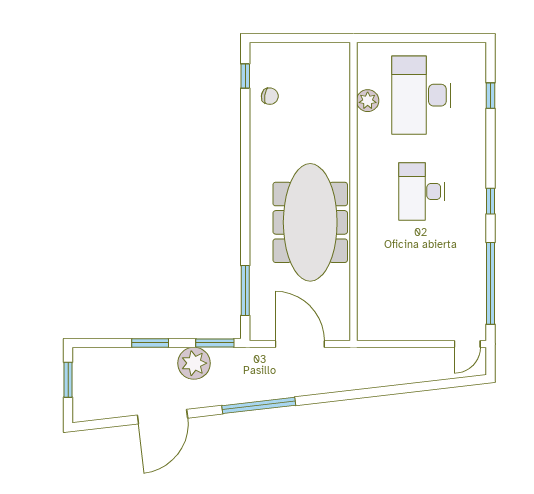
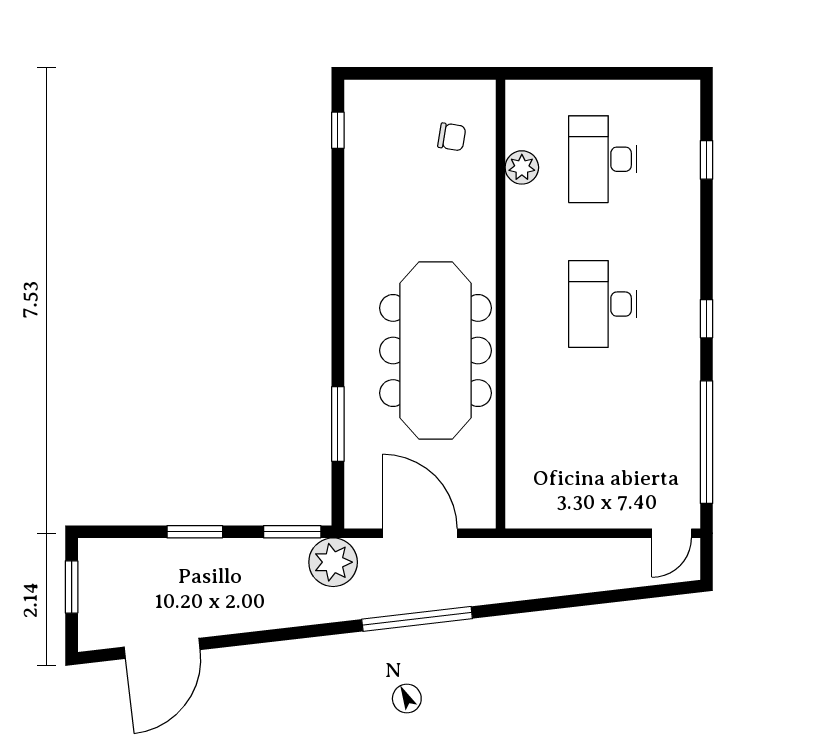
desk: (421, 95) -> (603, 159), width x0.73, depth x0.77
chair: (270, 96) -> (452, 137), moved
window: (245, 290) -> (338, 424), moved
plant: (194, 363) -> (333, 562), moved
window: (259, 405) -> (417, 619), moved
door: (162, 417) -> (162, 648), moved

